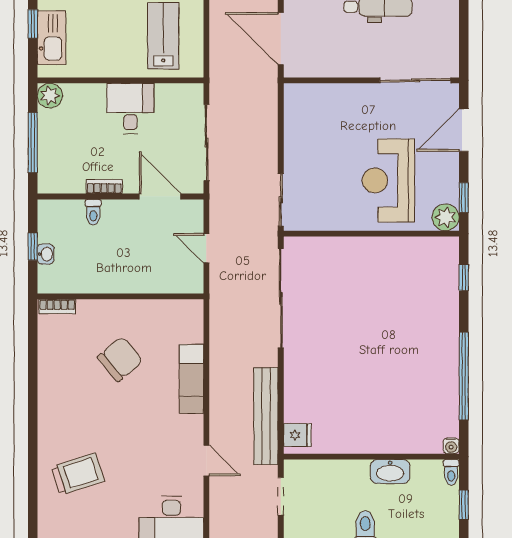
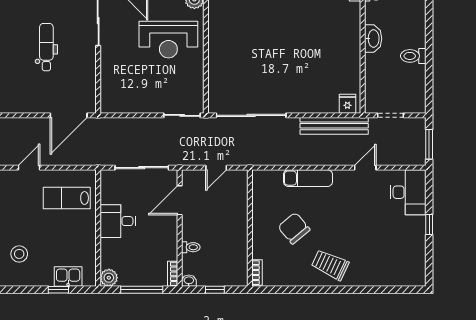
kitchen sink: (52, 38) -> (68, 277), width x0.73
bookcase: (104, 187) -> (173, 274), moved
washbasin: (46, 254) -> (189, 281), moved
trolley: (78, 474) -> (330, 265), moved, turned -47

